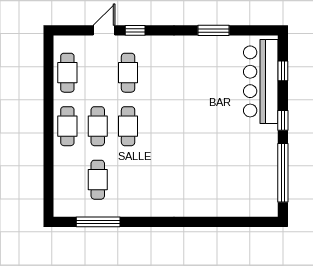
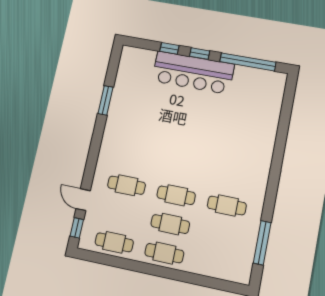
window: (135, 30) -> (77, 228), moved
window: (283, 71) -> (169, 48), moved
bar counter: (261, 81) -> (193, 73), moved
cafe table: (98, 180) -> (227, 206), moved

